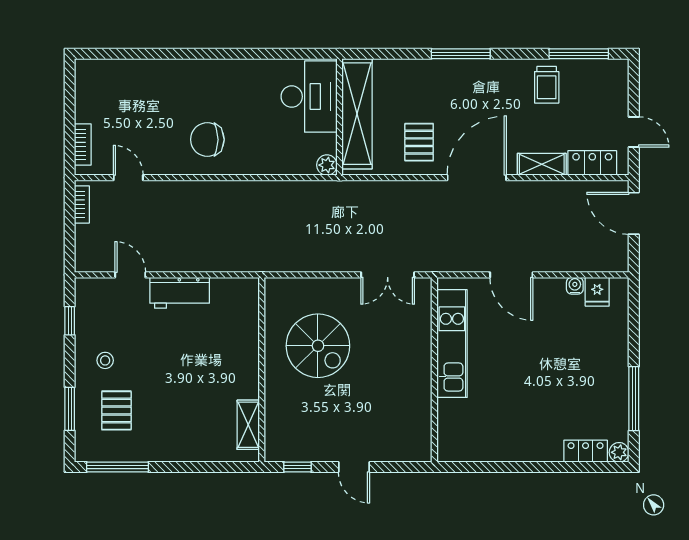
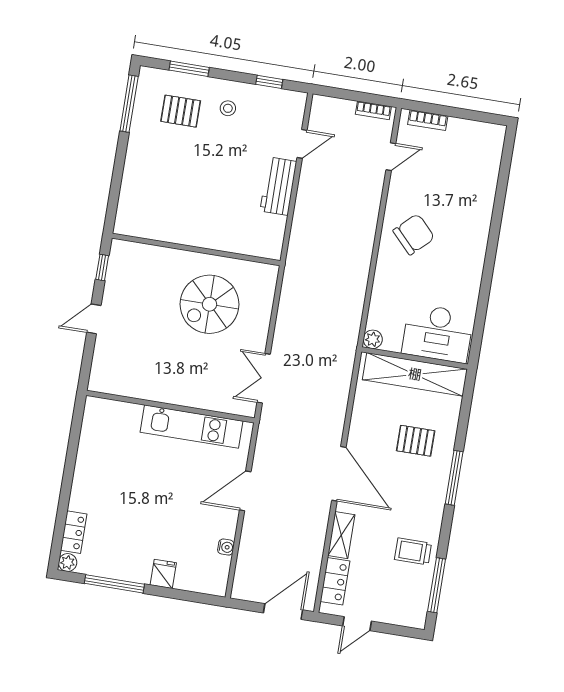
chair: (207, 140) -> (414, 234), turned 46
pallet: (419, 142) -> (416, 441), moved
fridge: (597, 292) -> (163, 574), moved, turned 90
shelving: (248, 425) -> (148, 229), removed

